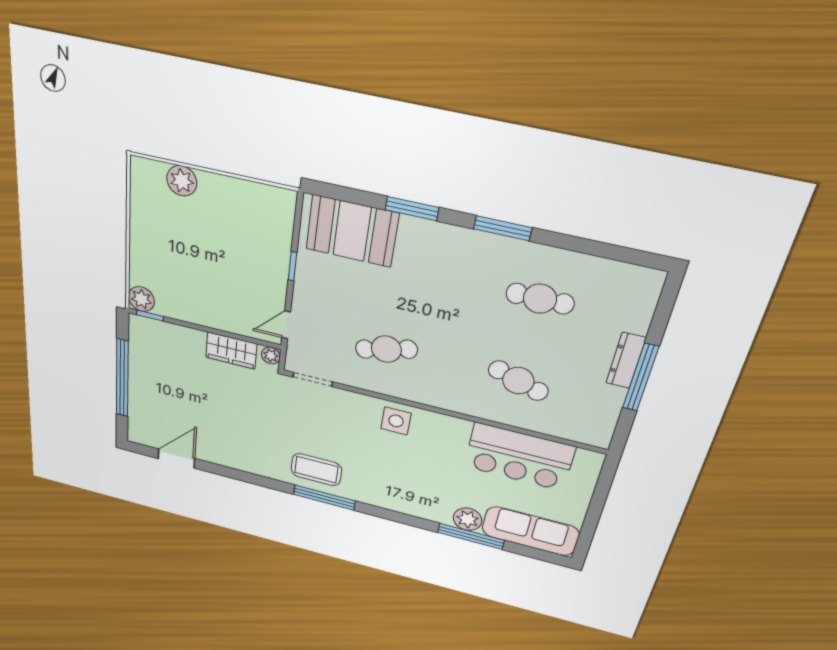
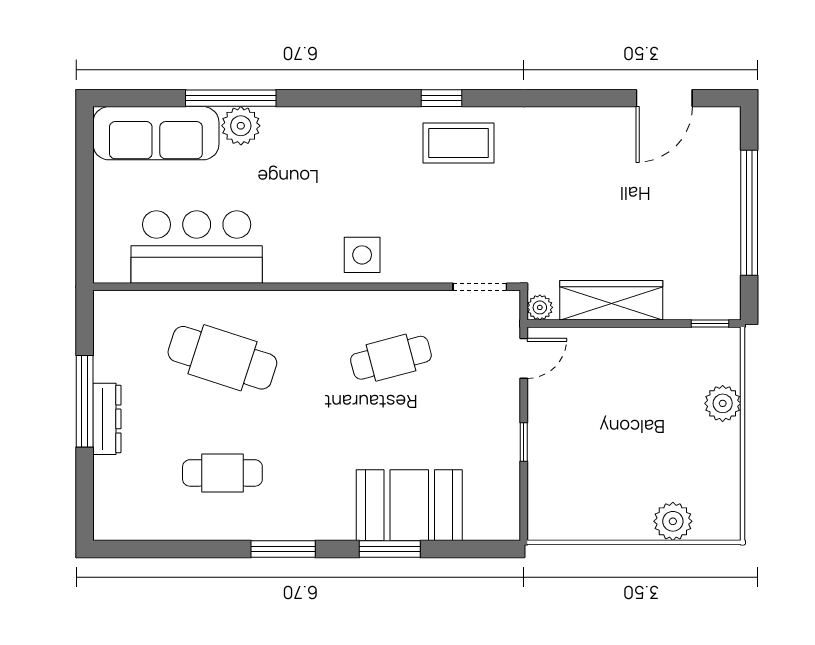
booth: (352, 231) -> (409, 505), moved
plant: (141, 299) -> (723, 403), moved
wardrobe: (231, 351) -> (611, 300), width x1.50
cafe table: (518, 381) -> (222, 358), width x1.37, depth x1.35
window: (324, 498) -> (441, 98), width x0.46

